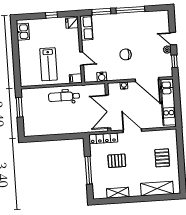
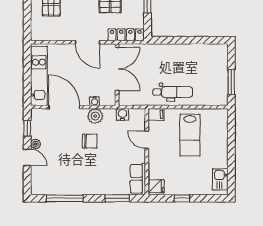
window: (130, 10) -> (65, 198), moved
lab bench: (49, 64) -> (190, 135), turned 180
plant: (123, 74) -> (95, 116), added

